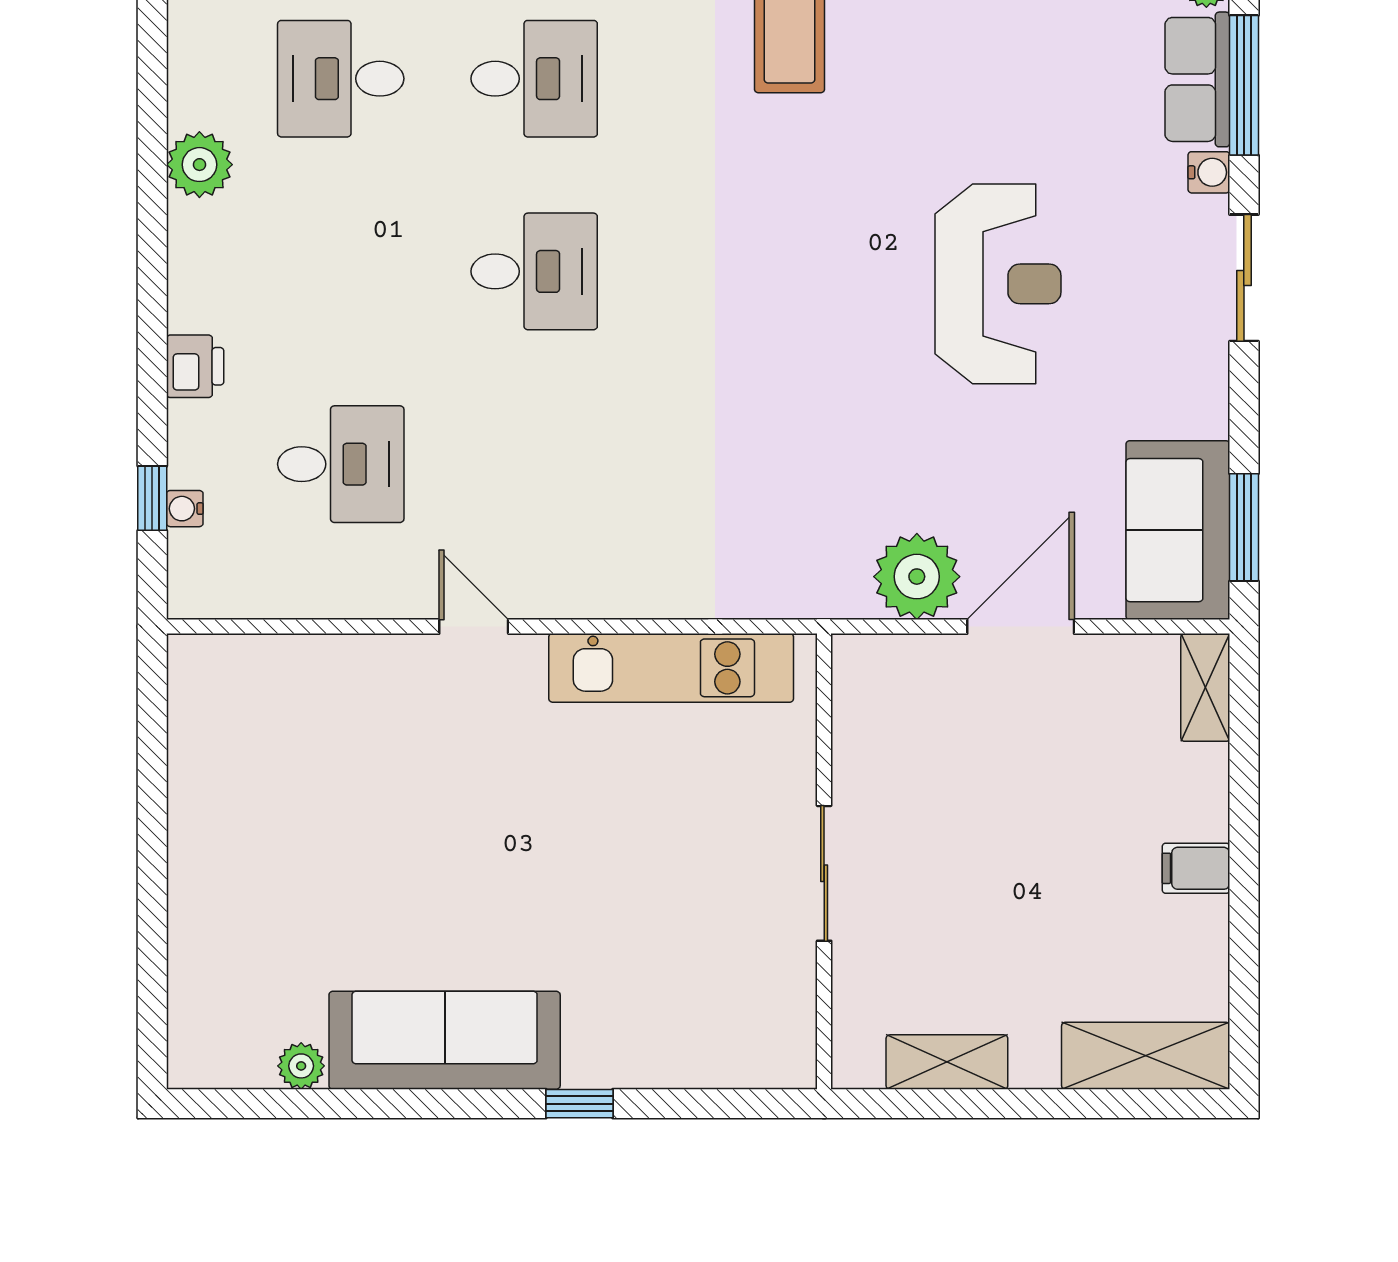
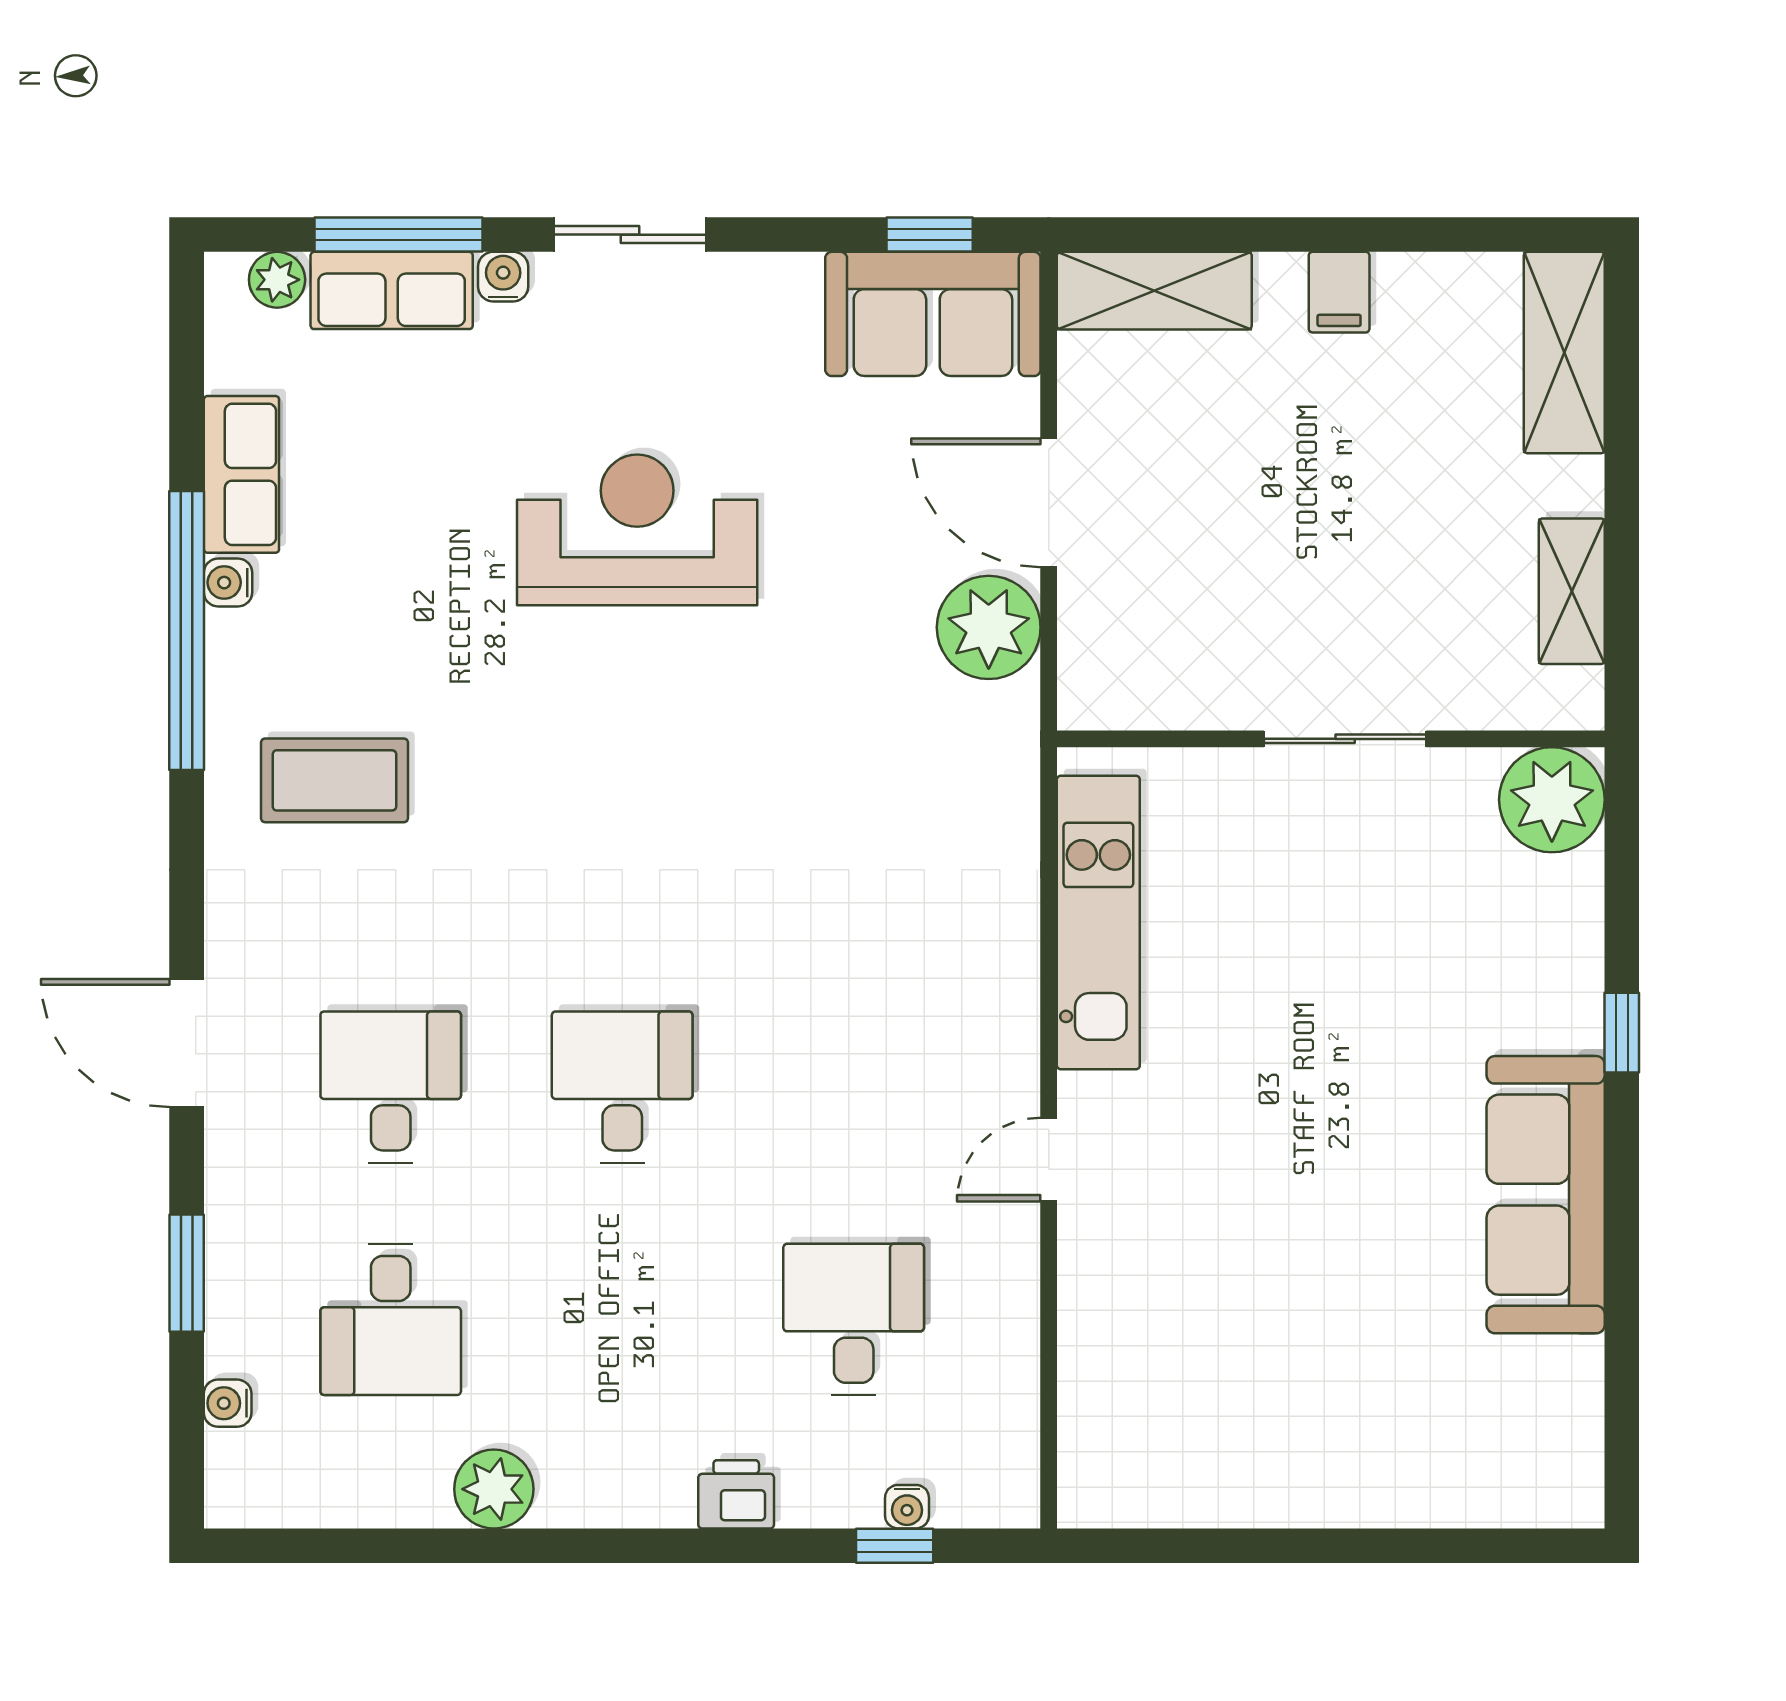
window: (1244, 527) -> (930, 235), width x0.67
shelving: (1205, 687) -> (1154, 291), width x1.50, depth x1.33
plant: (301, 1066) -> (1552, 800), moved, width x1.88, depth x1.88

